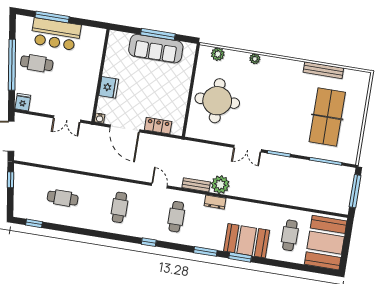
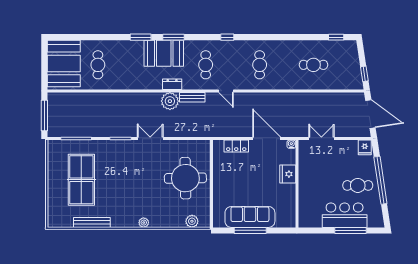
plant: (255, 59) -> (144, 223), moved
booth: (247, 241) -> (164, 53), moved

